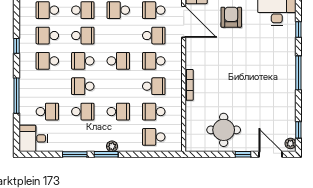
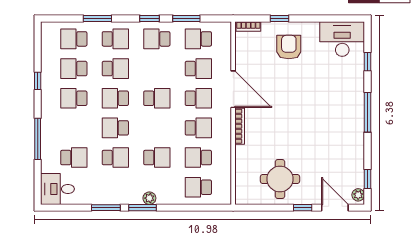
door: (184, 22) -> (233, 89), moved
school desk: (154, 61) -> (198, 98), turned 180

